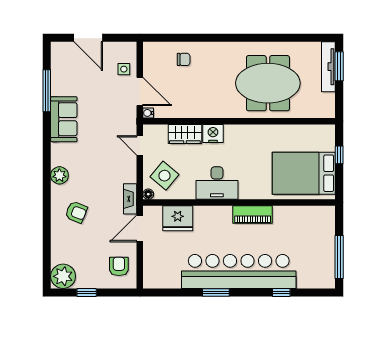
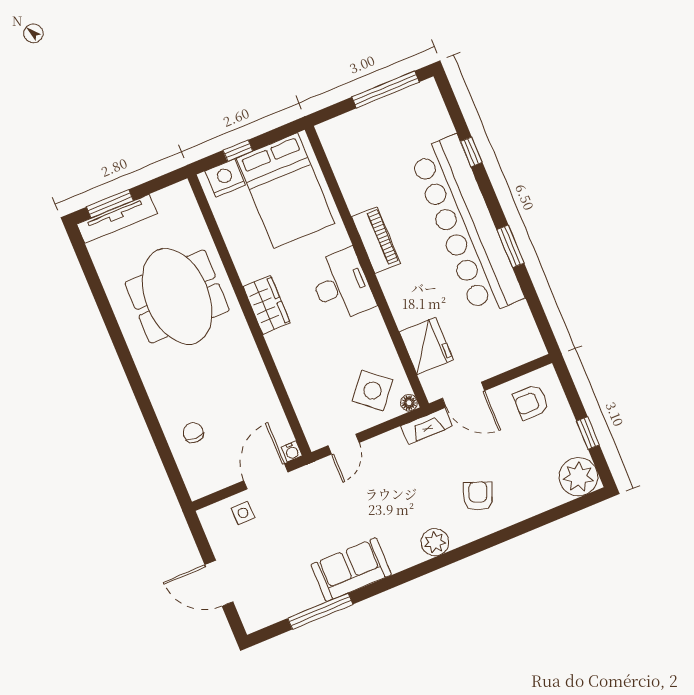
door: (88, 38) -> (219, 583), swing flipped
wardrobe: (185, 134) -> (267, 305), moved
nightstand: (213, 134) -> (225, 178), moved, turned 90
desk: (217, 183) -> (342, 285), moved

